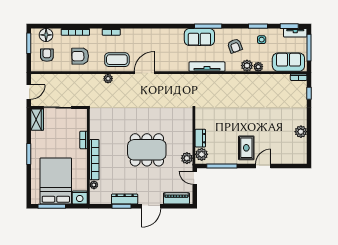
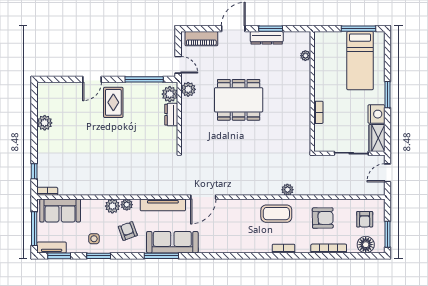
sofa: (199, 37) -> (172, 242), width x1.36
plant: (258, 67) -> (127, 205), moved
door: (144, 73) -> (203, 197), moved
bookcase: (94, 160) -> (305, 88), removed
bed: (56, 181) -> (360, 61), width x0.67
nightstand: (80, 197) -> (376, 114), moved, turned 90

